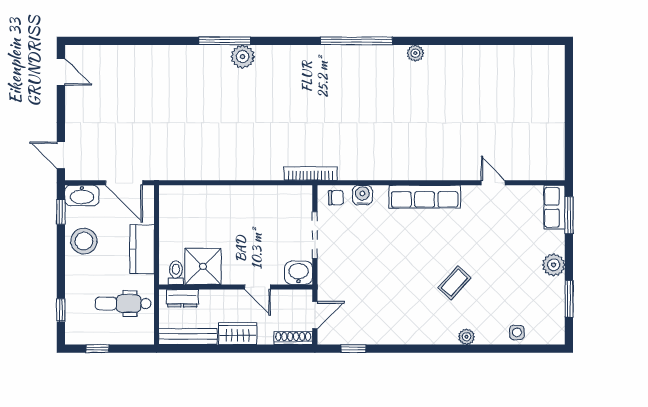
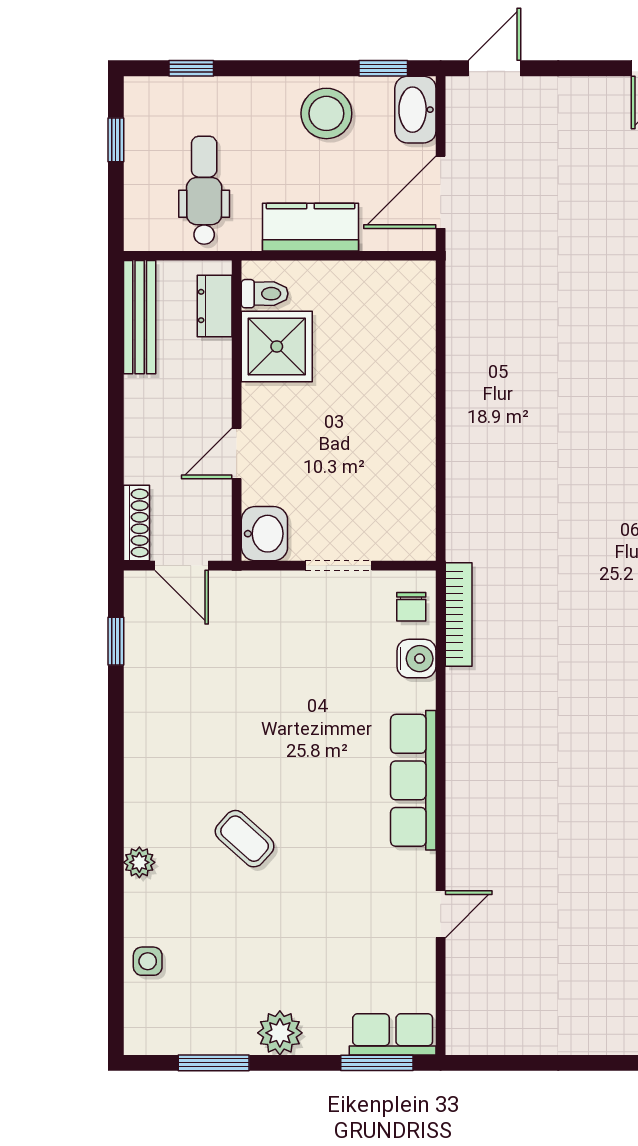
bookcase: (311, 174) -> (459, 615), moved
doorway: (315, 235) -> (338, 566), width x0.73
wardrobe: (238, 334) -> (145, 414), removed

